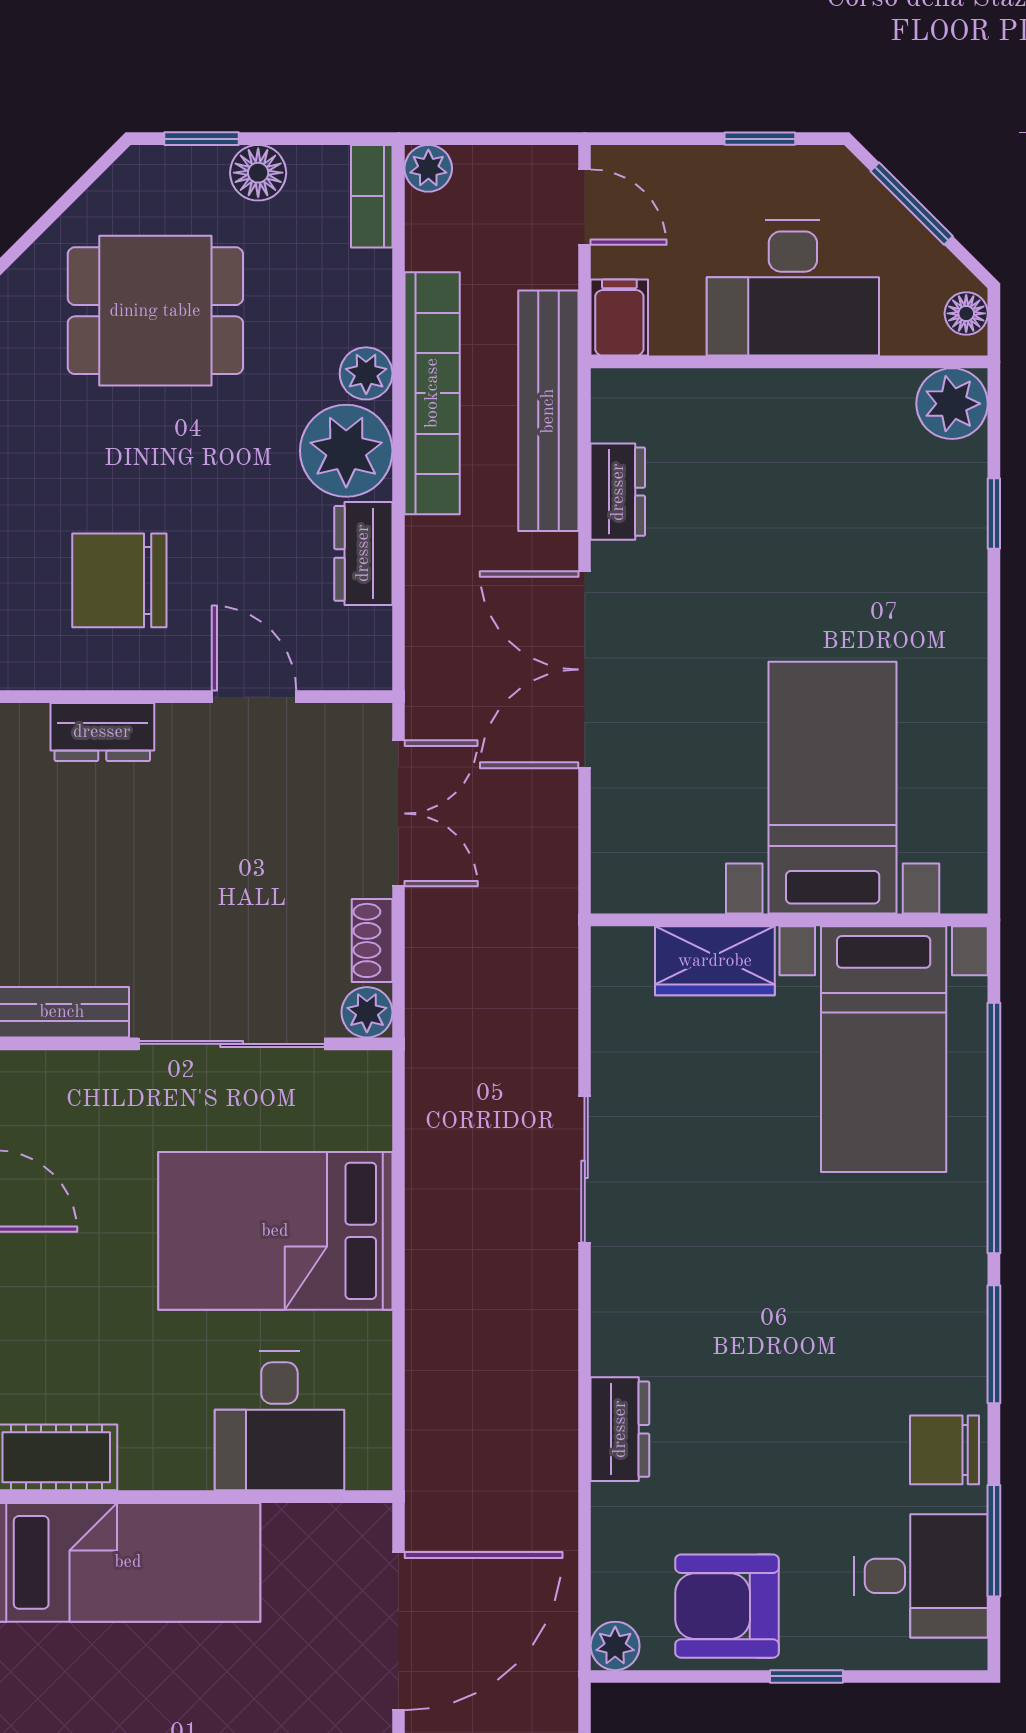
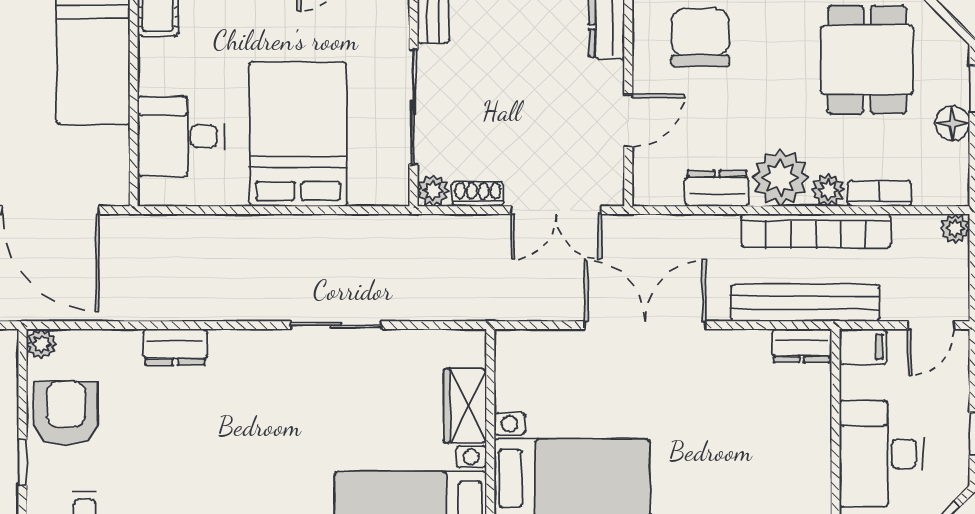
bookcase: (372, 196) -> (879, 194), moved
dresser: (618, 492) -> (802, 346), moved

